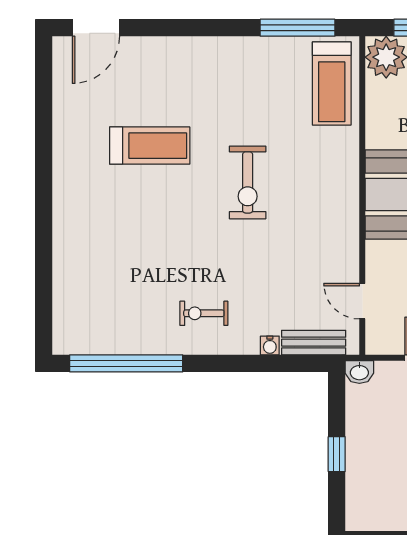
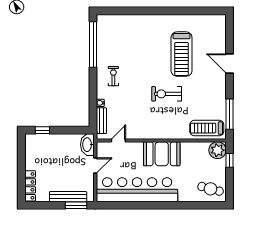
door: (96, 28) -> (230, 63), moved
treadmill: (150, 146) -> (182, 54), width x1.37, depth x1.38
washbasin: (359, 372) -> (87, 145), width x1.91, depth x1.45
window: (337, 454) -> (42, 130), moved

